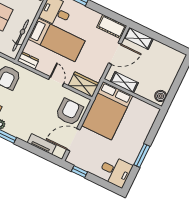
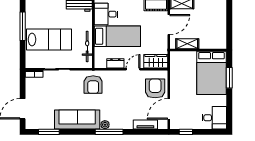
dresser: (28, 60) -> (115, 63), moved
door: (56, 81) -> (133, 69), hinge flipped
boiler: (161, 96) -> (221, 41), removed
bed: (107, 111) -> (211, 73), moved
window: (142, 155) -> (229, 78), moved

